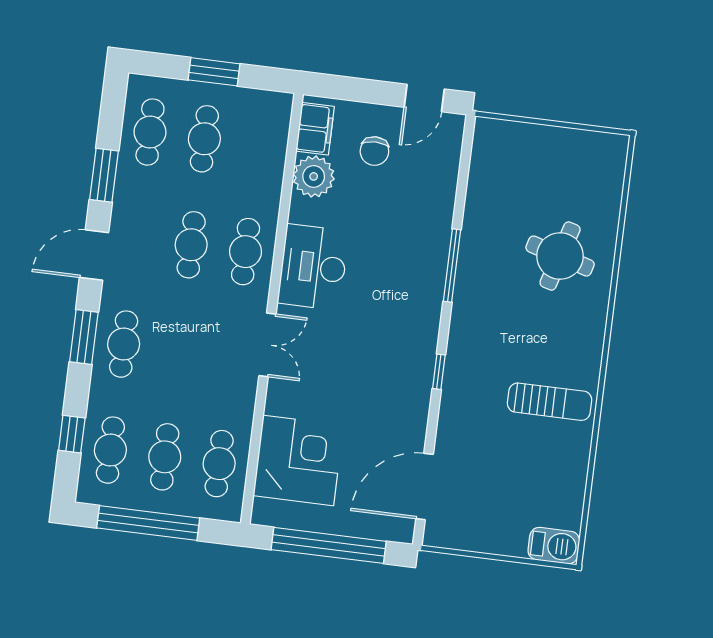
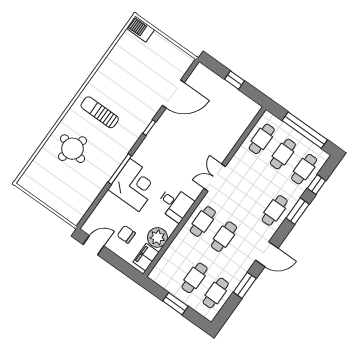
chair: (374, 151) -> (126, 234), turned -90
desk: (313, 267) -> (175, 204), width x0.73
window: (84, 337) -> (298, 211), moved
sun lounger: (550, 402) -> (100, 112), moved
corner desk: (298, 460) -> (134, 185), moved, turned 180
door: (425, 487) -> (173, 94), moved
window: (329, 545) -> (234, 80), width x0.32

